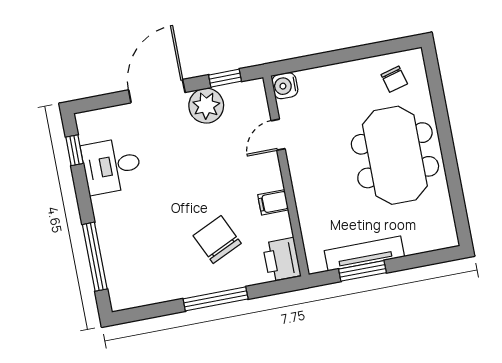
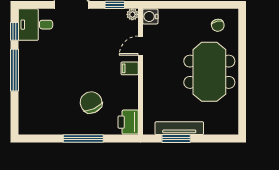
plant: (206, 106) -> (132, 14), moved, width x0.53, depth x0.53
desk: (112, 166) -> (35, 25), moved
filing cabinet: (273, 202) -> (130, 68), moved
window: (95, 257) -> (15, 70), moved

